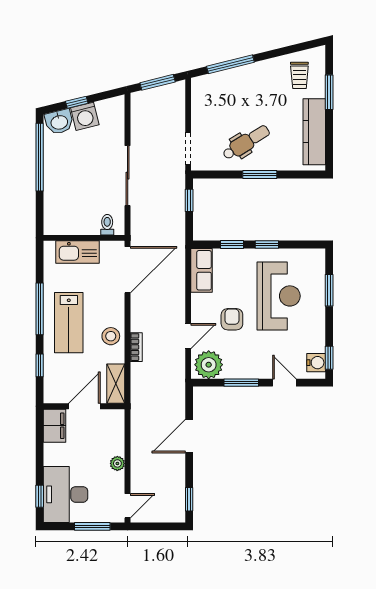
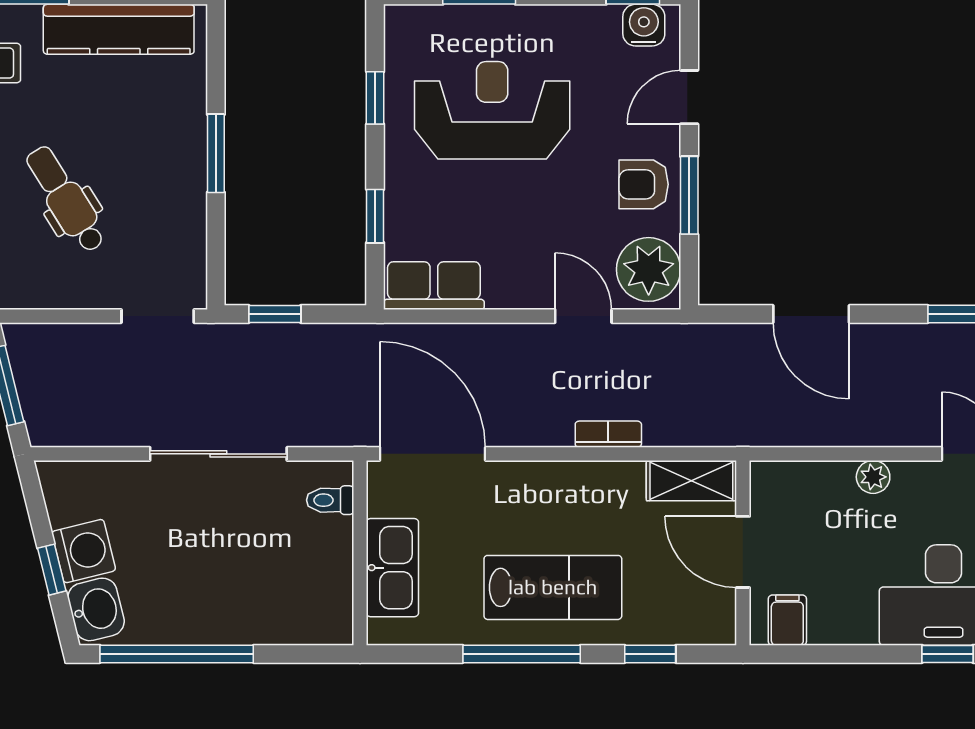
dental chair: (246, 142) -> (66, 199), moved
window: (267, 244) -> (375, 98), moved
armchair: (232, 319) -> (644, 184), moved
stool: (111, 336) -> (584, 492), removed
filing cabinet: (54, 426) -> (787, 620), width x0.50

